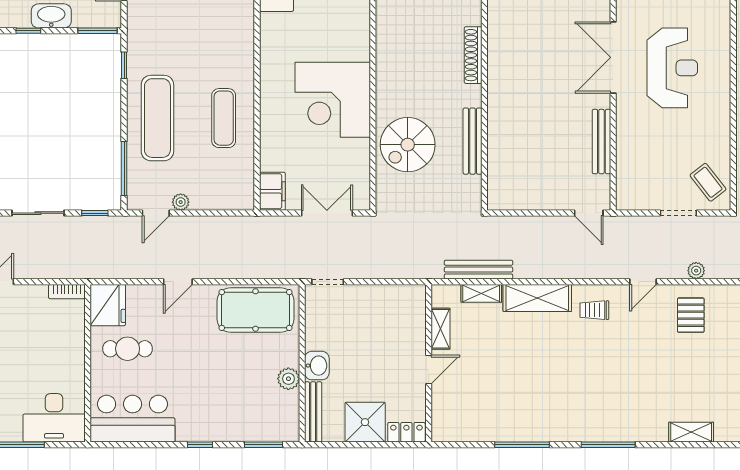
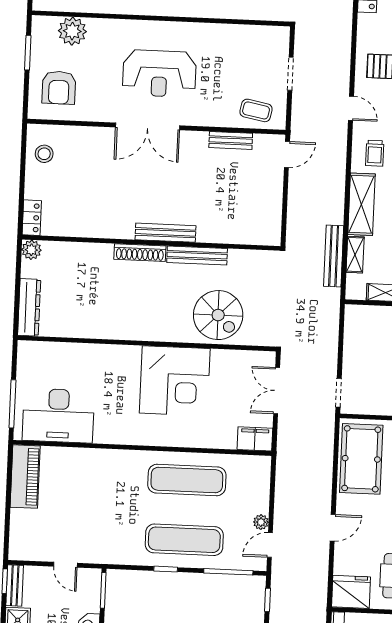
window: (124, 65) -> (166, 569), moved
reception desk: (672, 68) -> (159, 73), turned 180
bench: (496, 82) -> (165, 233), added
exercise mat: (224, 118) -> (187, 480), width x1.36, depth x1.45
bench: (473, 141) -> (197, 256), moved
bench: (601, 142) -> (231, 140), width x0.73
coffee table: (708, 182) -> (256, 110), moved, turned 49
door: (156, 213) -> (270, 545), swing flipped
plant: (696, 271) -> (343, 60), removed
door: (178, 282) -> (333, 528), hinge flipped

